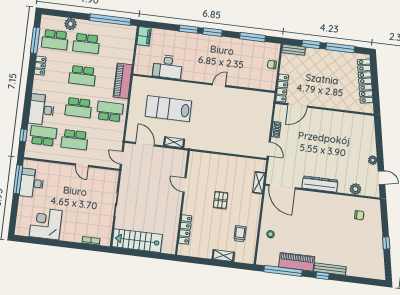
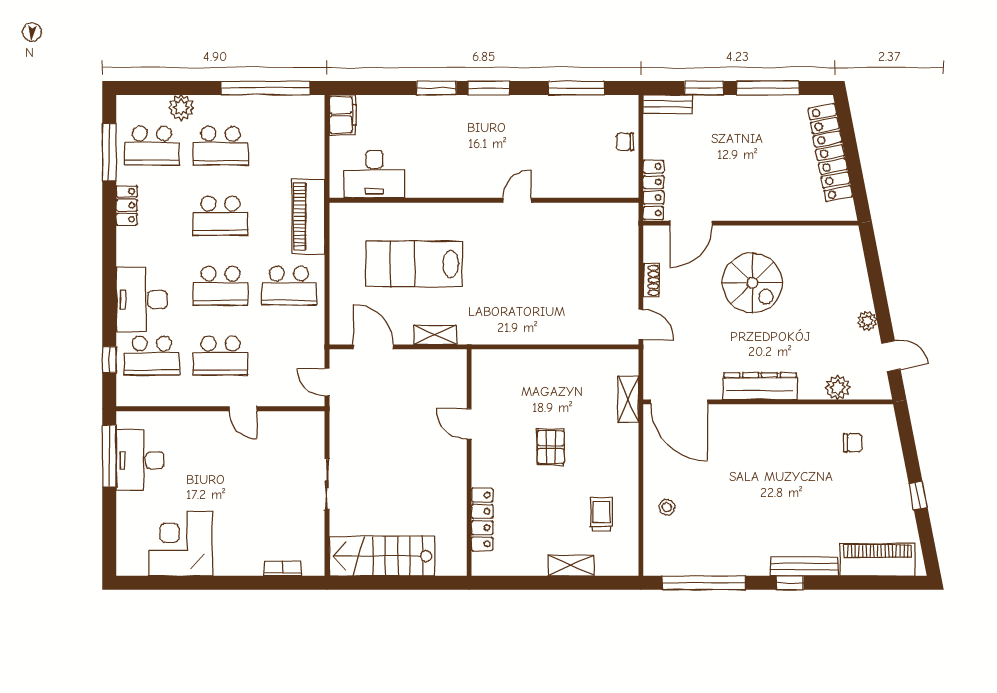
desk: (168, 67) -> (374, 174), moved
school desk: (110, 111) -> (289, 286), turned 180
school desk: (43, 136) -> (152, 356), turned 180
spiral stairs: (322, 136) -> (752, 283), added
piano: (297, 262) -> (878, 560), moved

